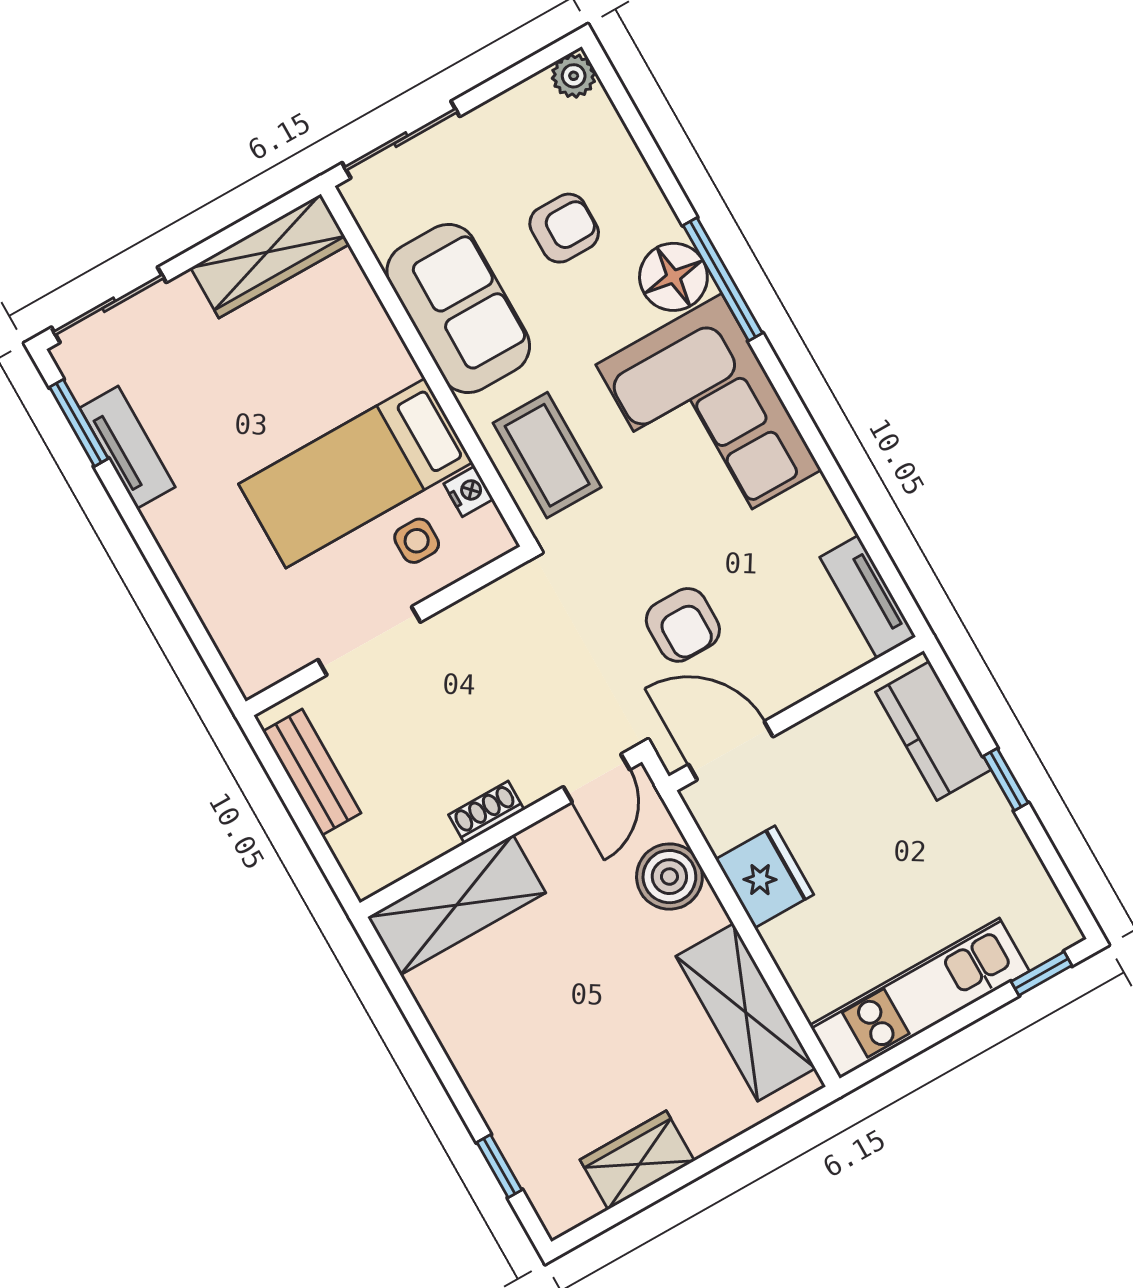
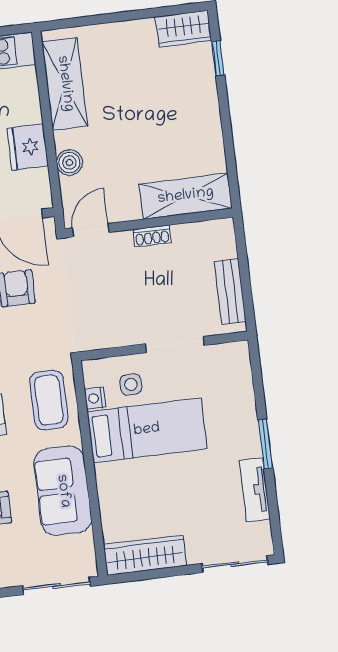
window: (79, 423) -> (265, 444), moved
boiler: (669, 877) -> (69, 163), width x0.73, depth x0.73
wardrobe: (637, 1160) -> (183, 29), moved

